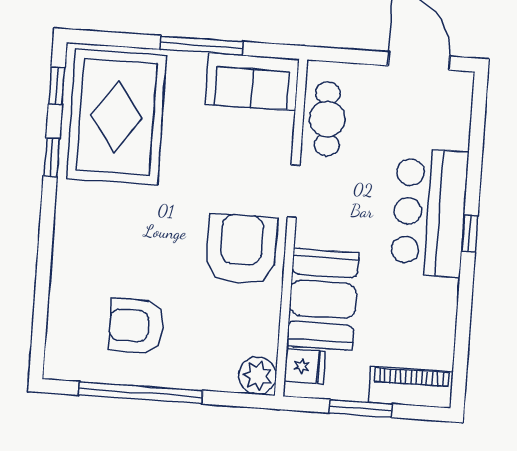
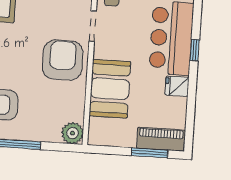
fridge: (305, 366) -> (177, 86), moved, turned 180
window: (361, 408) -> (150, 153), moved

